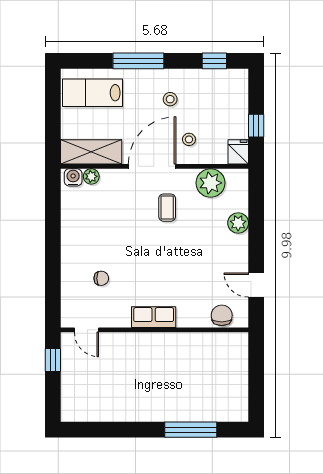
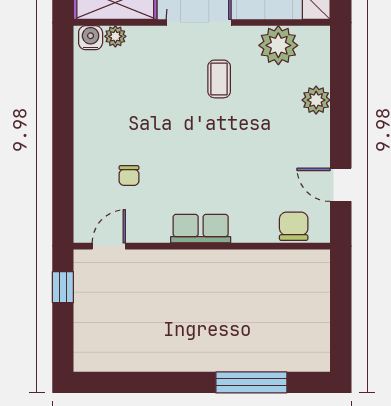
chair: (101, 278) -> (129, 176), turned 90
door: (86, 330) -> (109, 246), swing flipped

